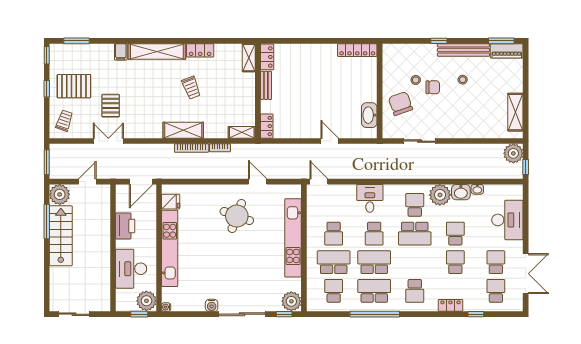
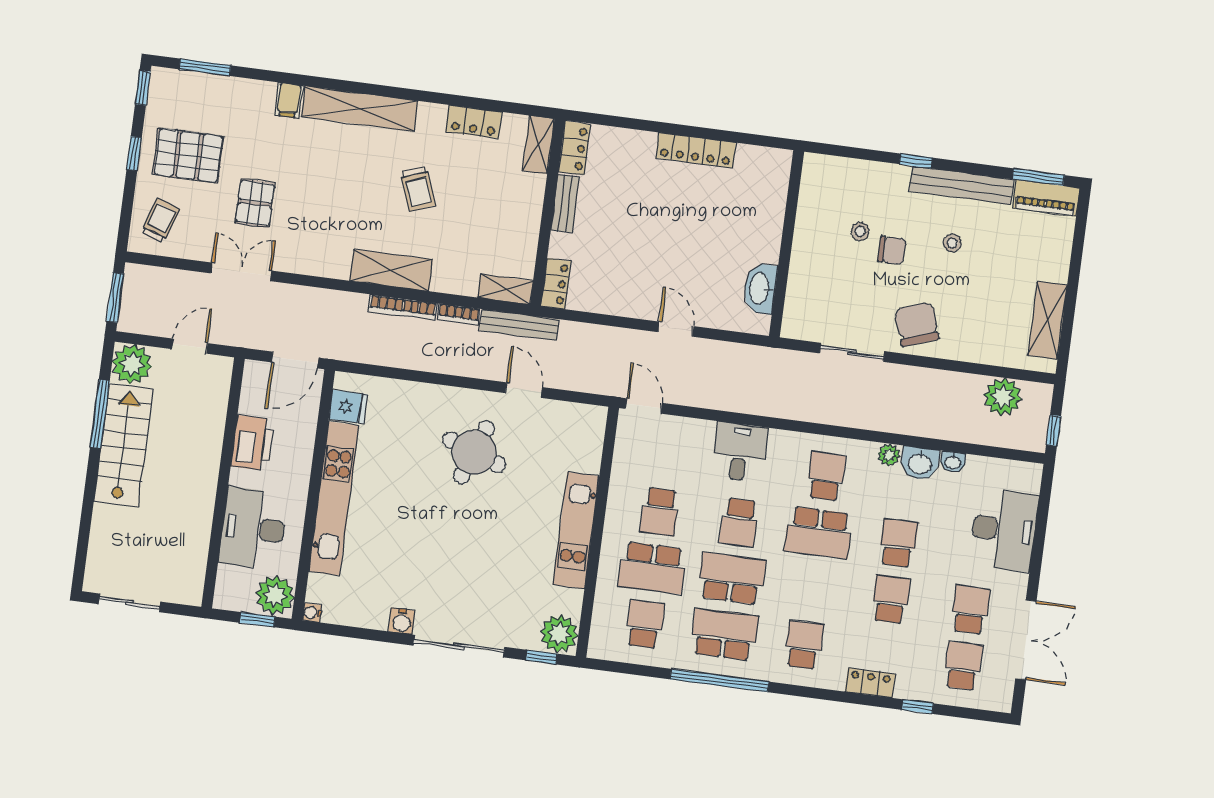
locker: (200, 50) -> (474, 122), moved
locker: (357, 50) -> (696, 150), moved
chair: (401, 104) -> (917, 324), moved
bench: (251, 149) -> (519, 325), added
plant: (513, 153) -> (1003, 397), moved
plant: (440, 195) -> (889, 455), width x0.53, depth x0.53
kitchen unit: (293, 238) -> (576, 530), width x0.73
school desk: (334, 262) -> (652, 568), turned 180
school desk: (415, 291) -> (804, 645), turned 180

